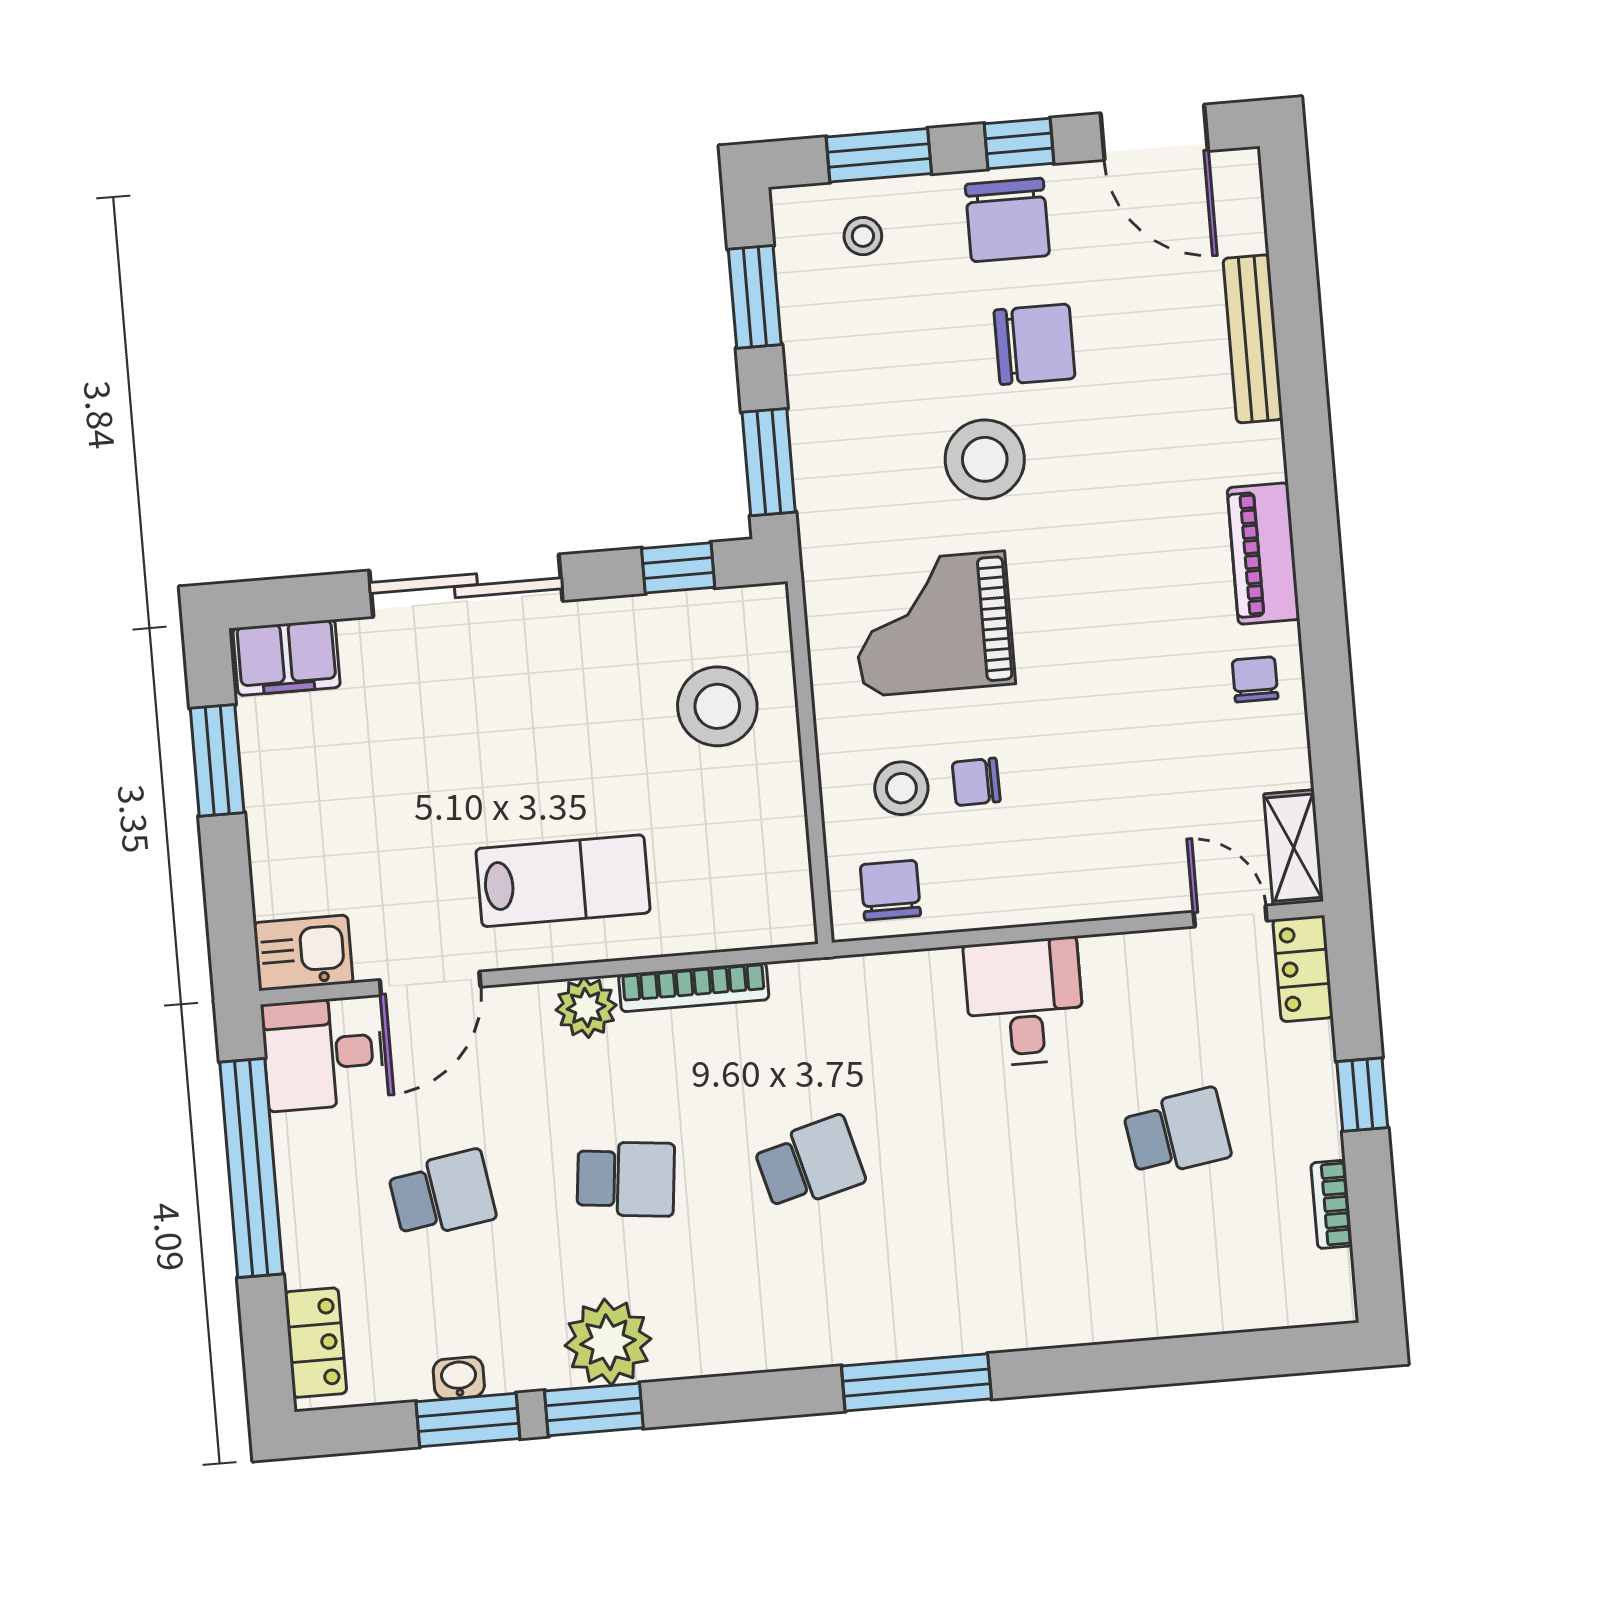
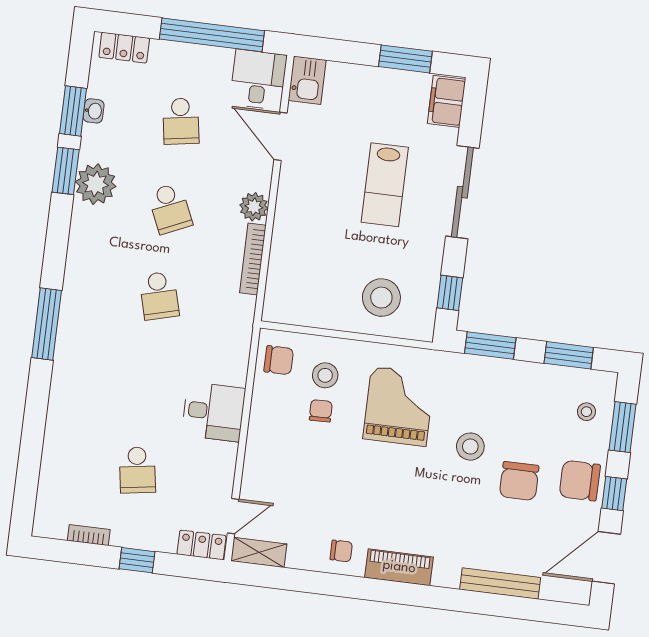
stool: (985, 459) -> (470, 447), width x0.73, depth x0.73
lab bench: (563, 881) -> (385, 185), moved
school desk: (626, 1179) -> (170, 208), turned -30

